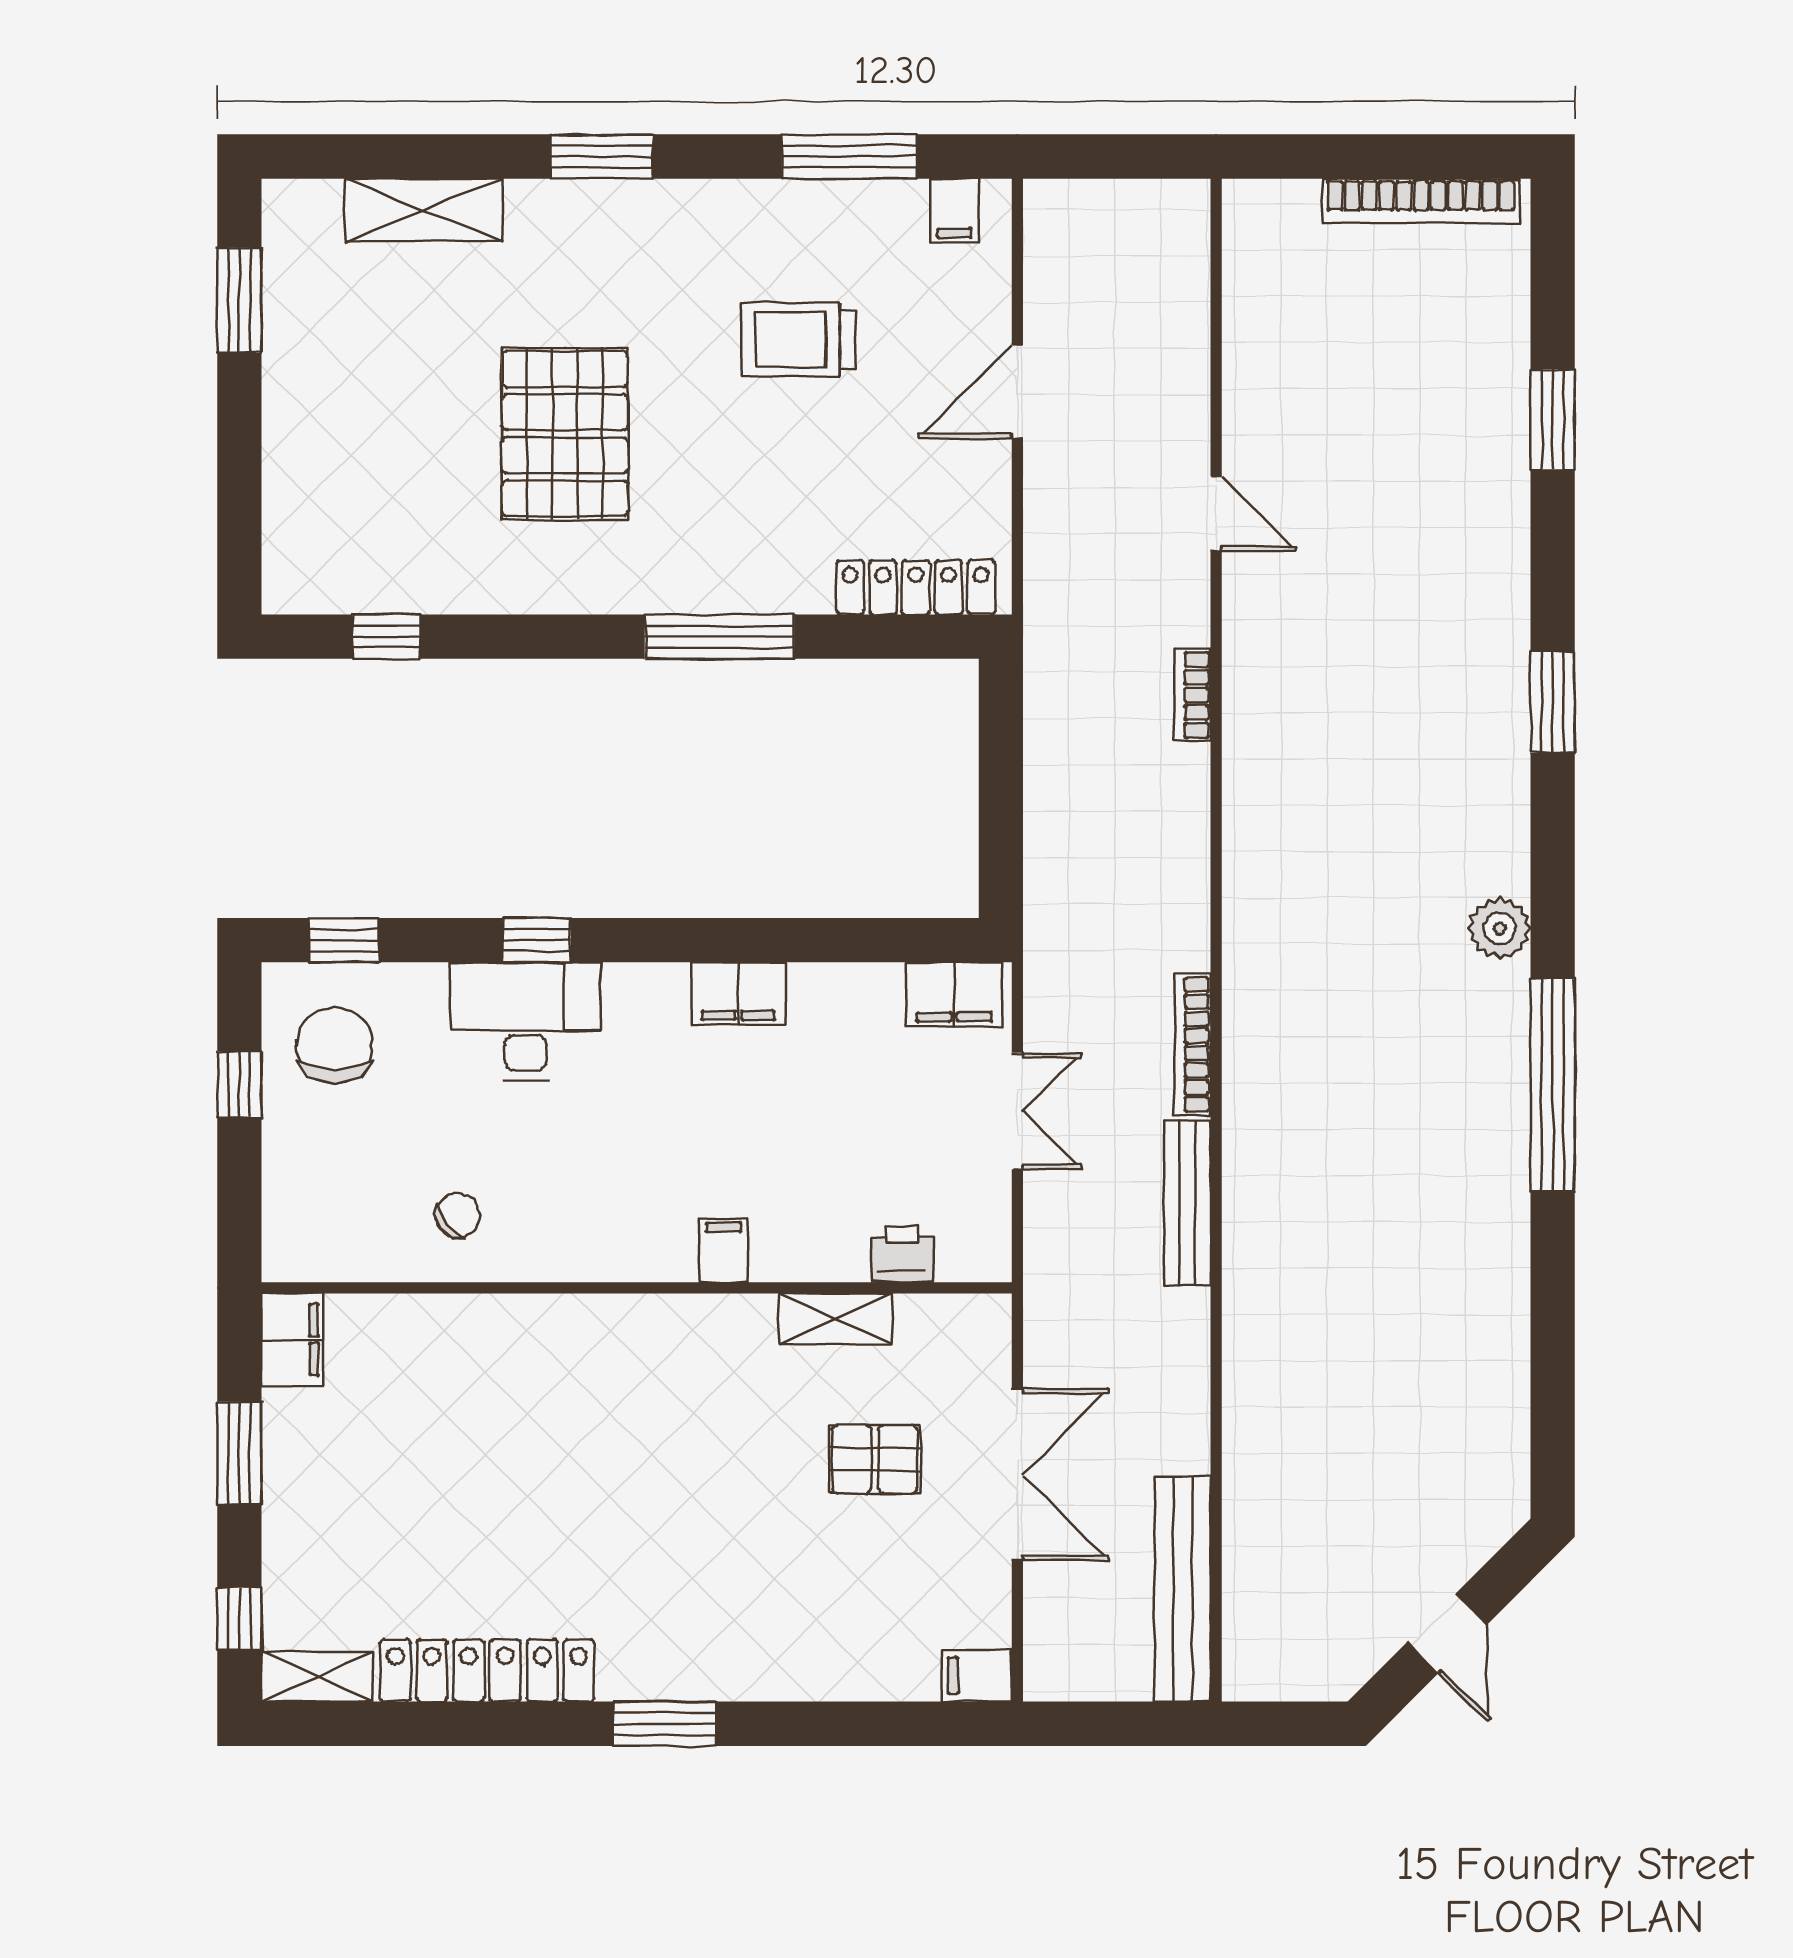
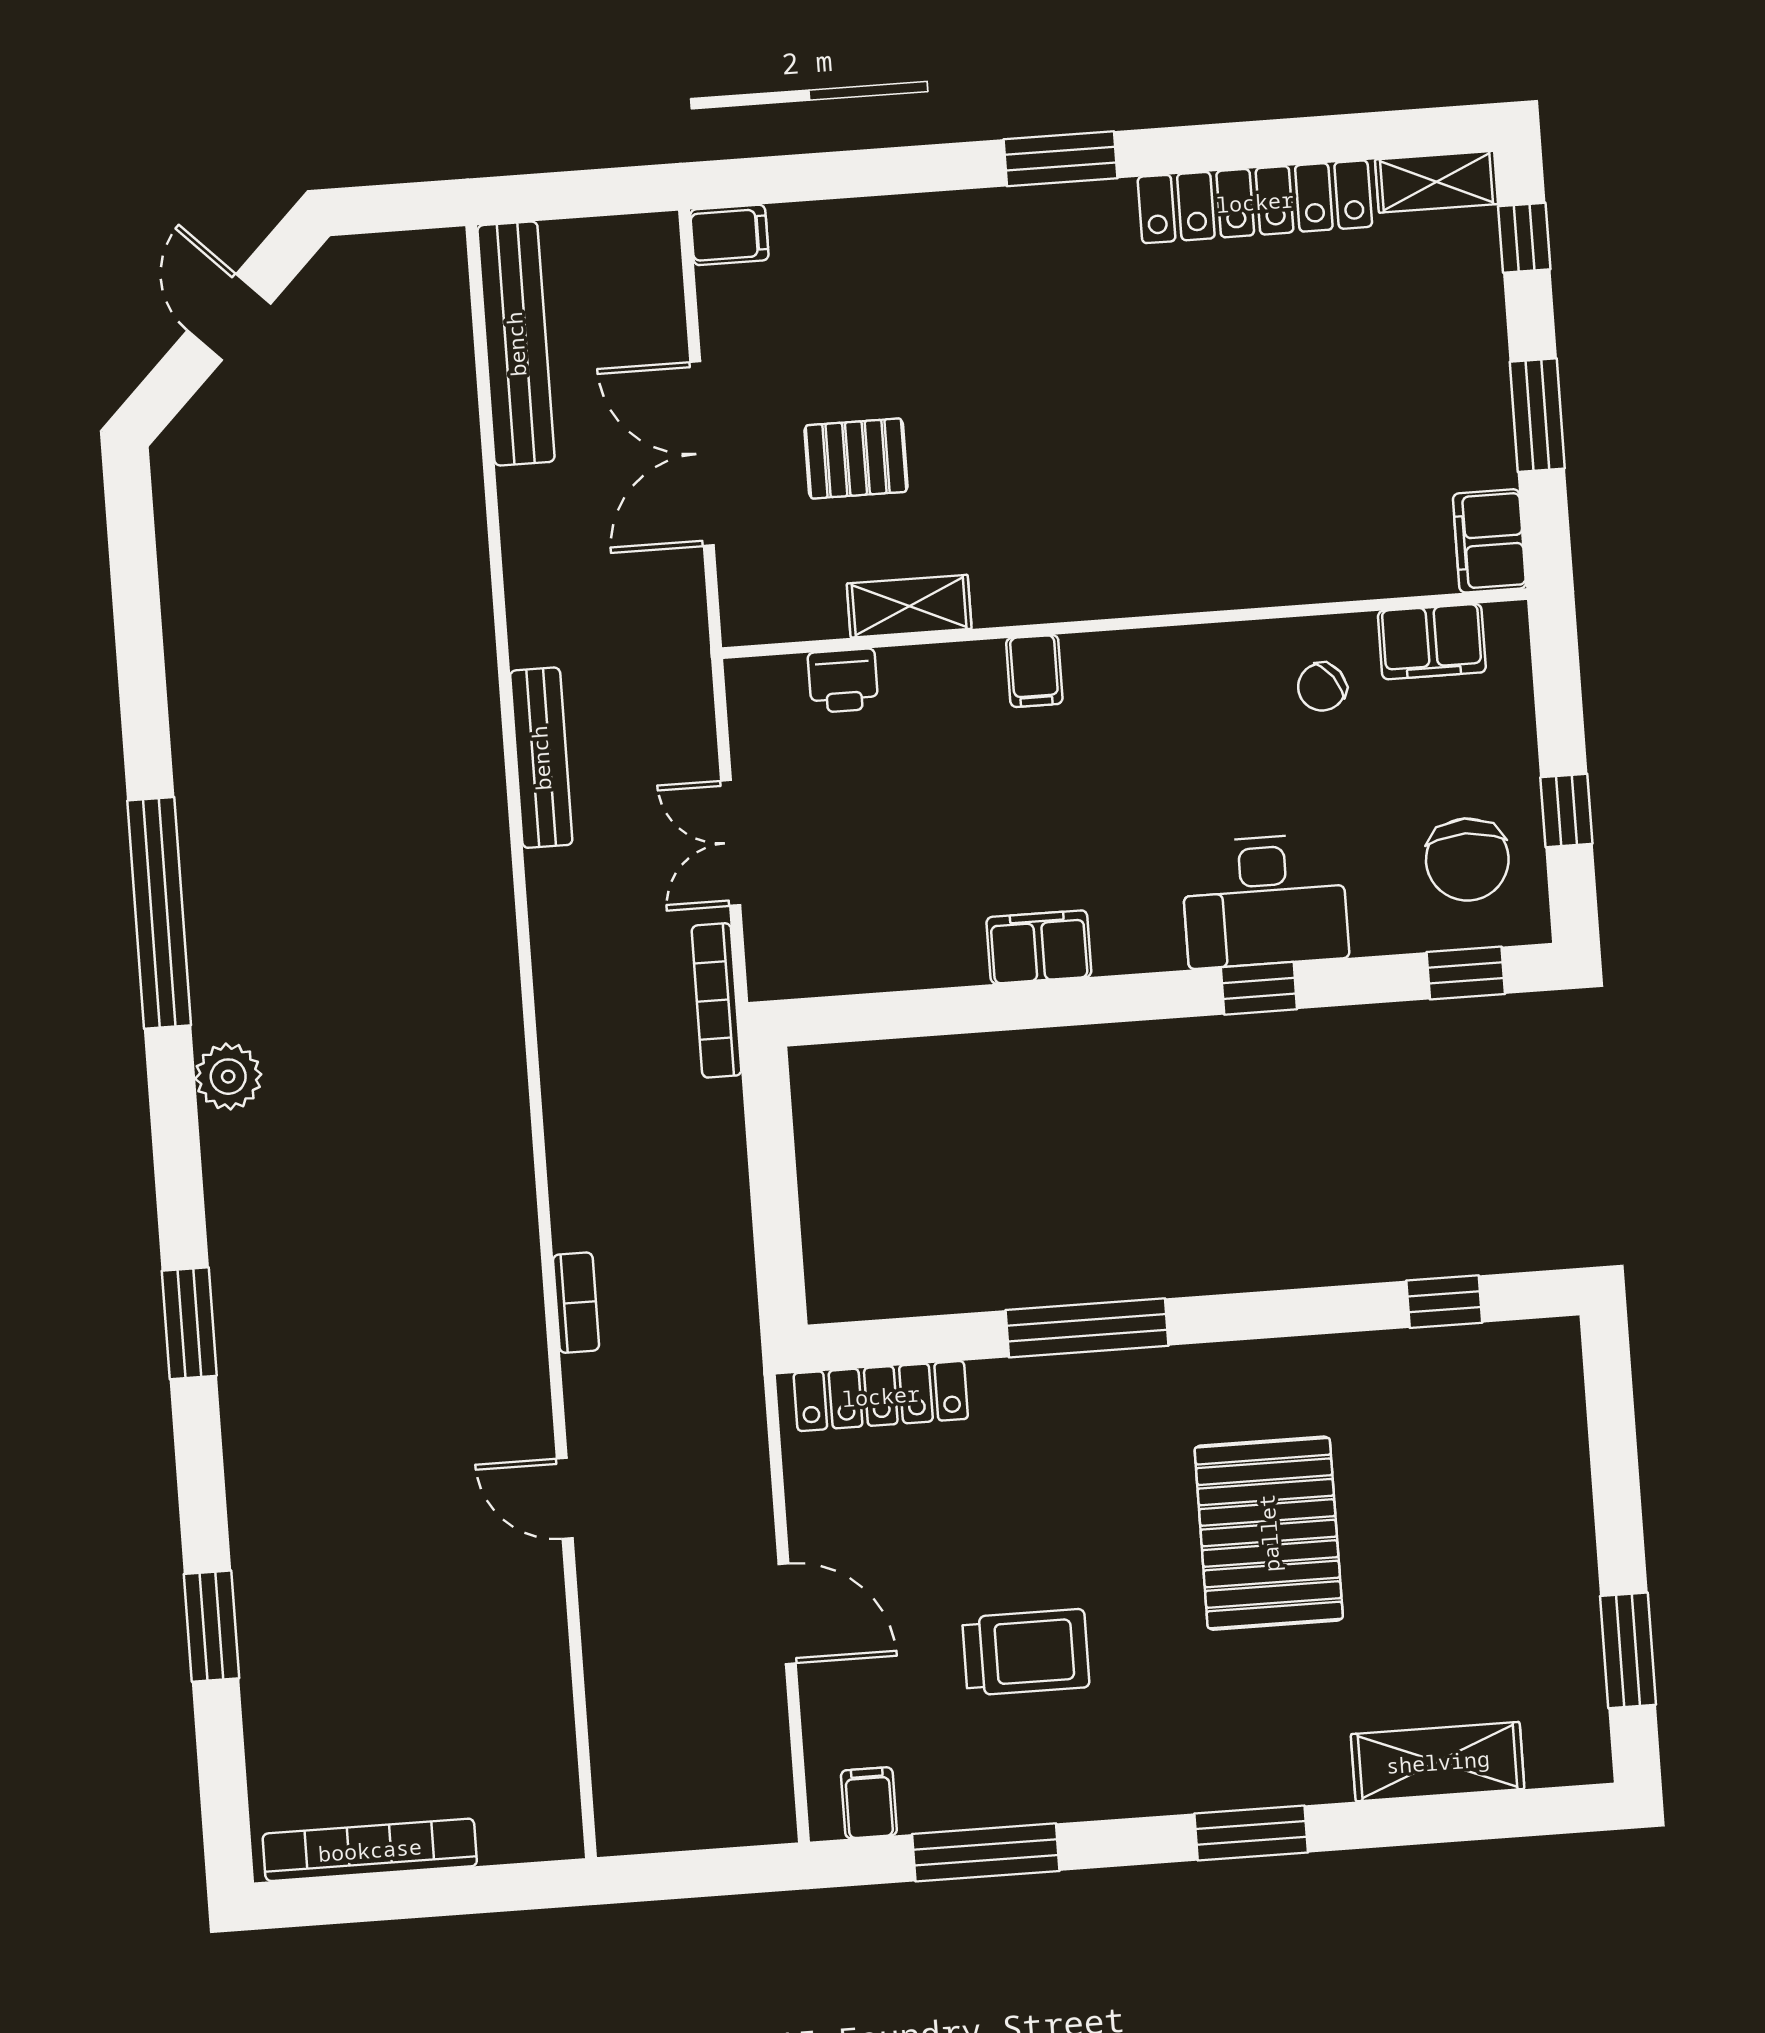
door: (1017, 392) -> (787, 1614), hinge flipped
filing cabinet: (954, 994) -> (1432, 642), moved, turned 180
bookcase: (1192, 1045) -> (717, 1000), moved, turned 180

